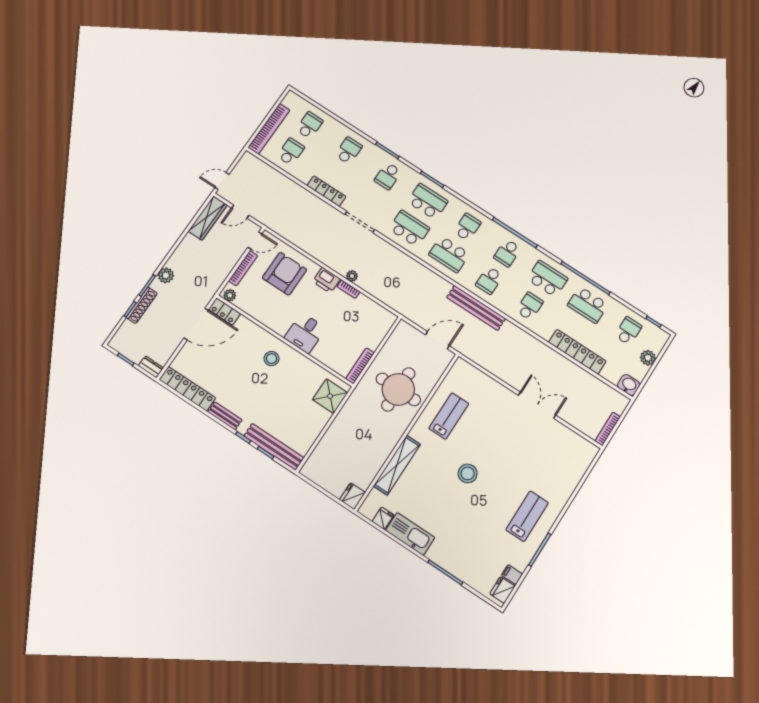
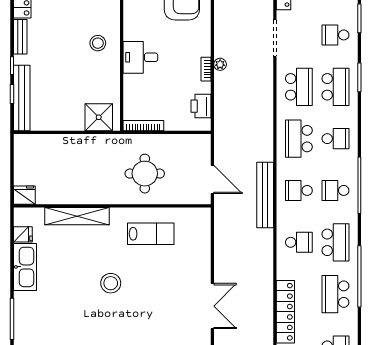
printer: (326, 280) -> (201, 106), moved
round table: (398, 389) -> (145, 174), width x0.73, depth x0.73

